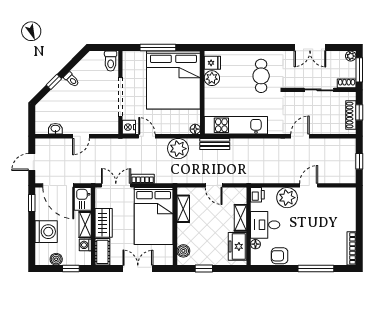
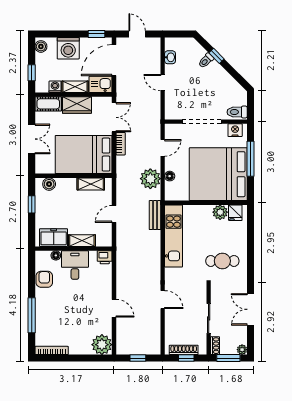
toilet: (72, 80) -> (206, 61), moved
nightstand: (129, 127) -> (235, 130), moved
floor lamp: (195, 129) -> (170, 176), moved
plant: (287, 198) -> (102, 345), moved
boiler: (56, 259) -> (41, 46), moved

